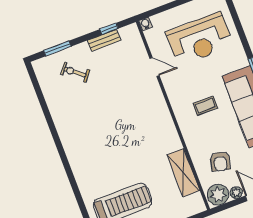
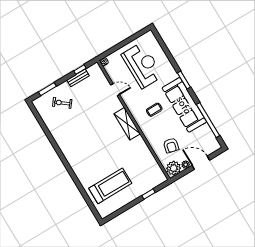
reception desk: (200, 39) -> (142, 65), turned -90
shelving: (183, 173) -> (127, 124), moved

